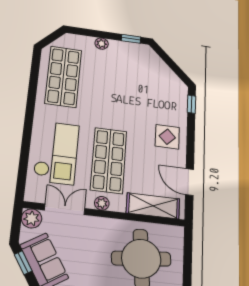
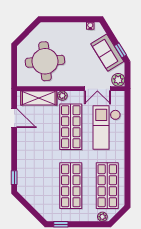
plant: (102, 44) -> (102, 217), moved
shop shelf: (114, 84) -> (71, 186), added
display table: (167, 137) -> (31, 150), removed
plant: (102, 203) -> (62, 96), moved

